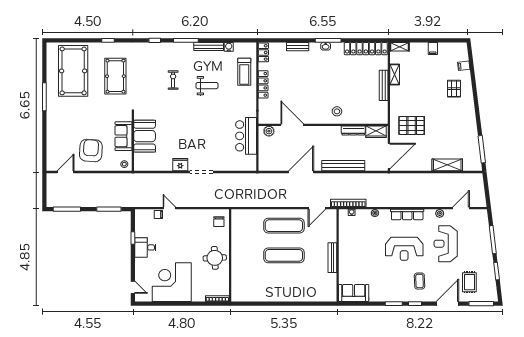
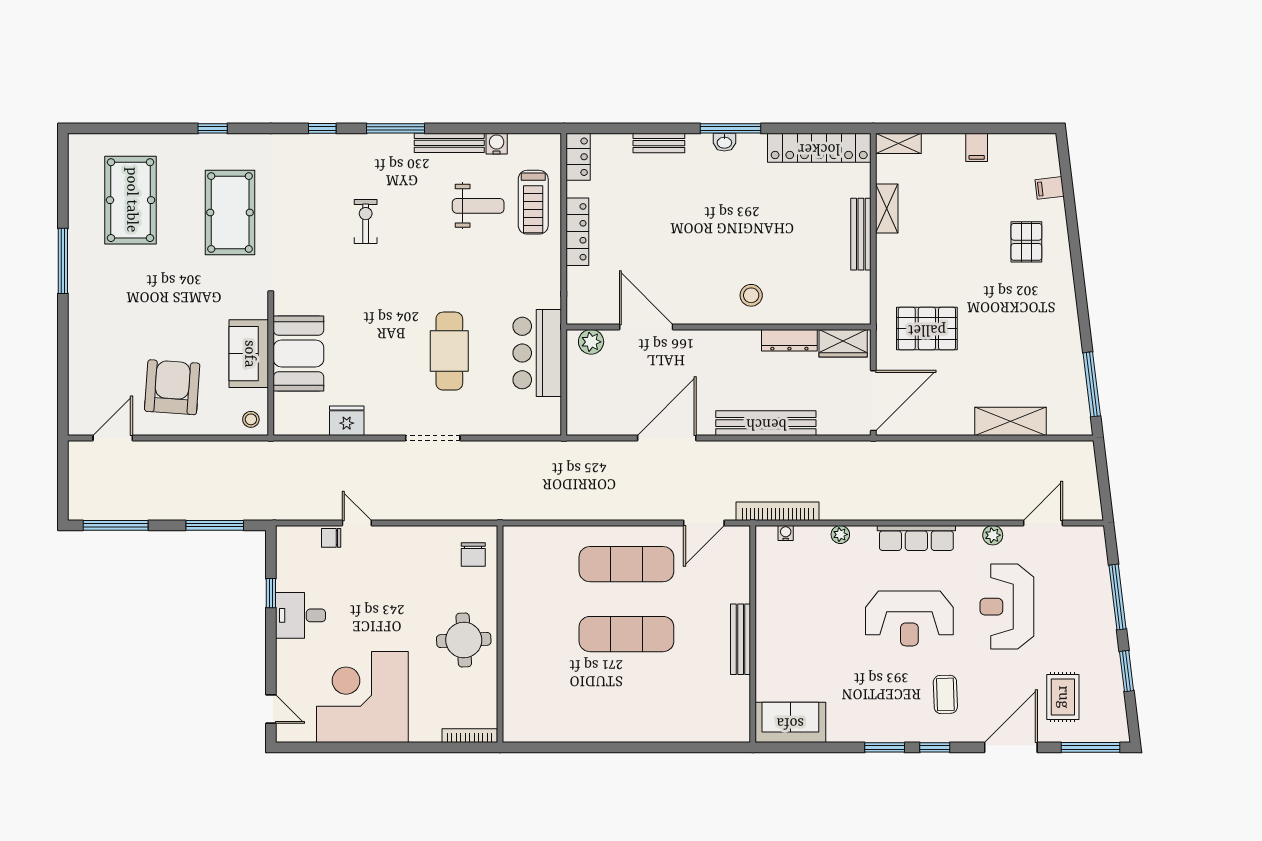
pool table: (73, 71) -> (131, 200), width x0.73, depth x0.76
weight bench: (207, 86) -> (478, 206), moved
cafe table: (209, 135) -> (449, 351), added
fridge: (180, 165) -> (347, 421), moved

